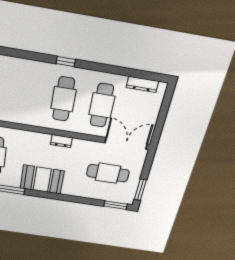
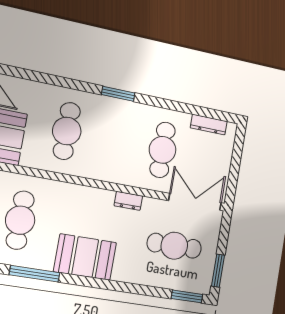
window: (66, 62) -> (118, 94), width x1.50
cafe table: (64, 99) -> (67, 131), moved
dresser: (61, 141) -> (128, 201), moved

